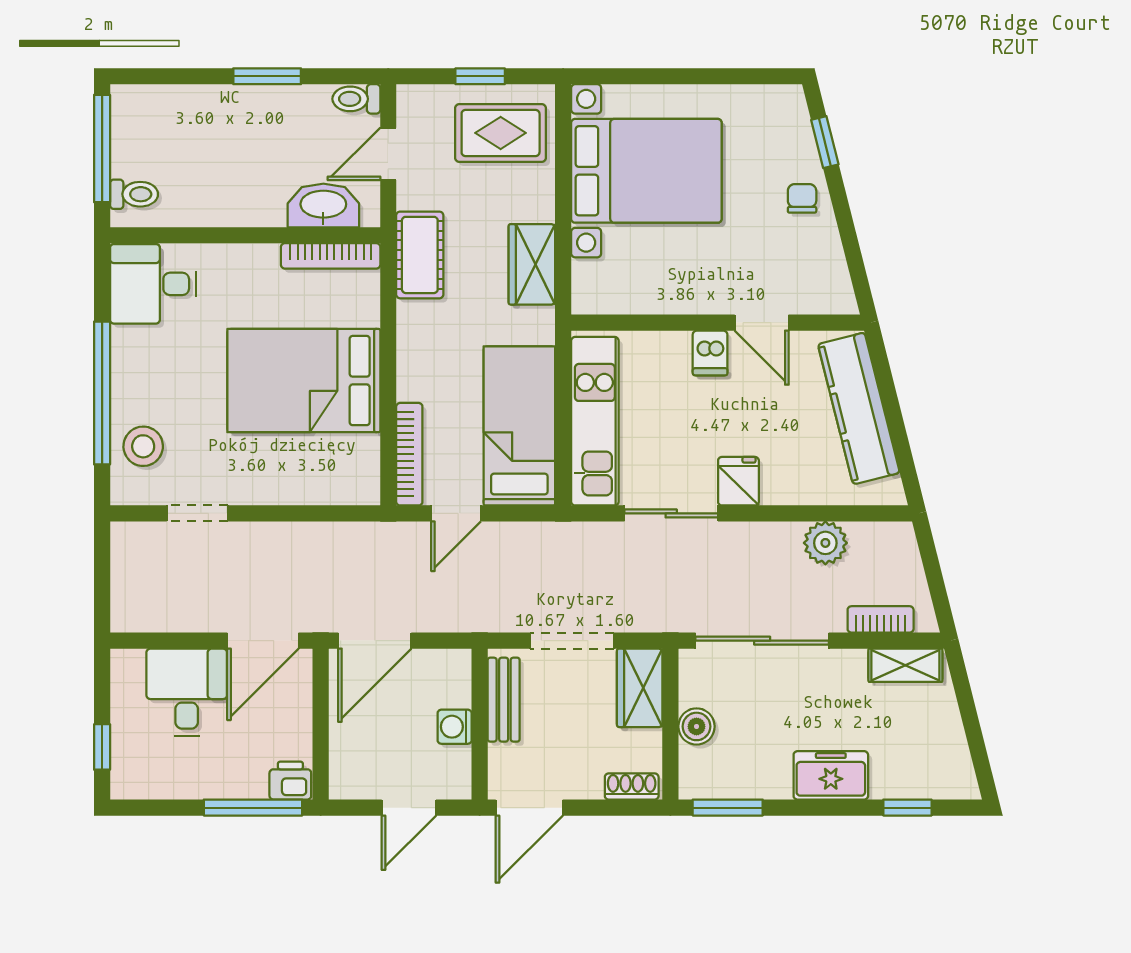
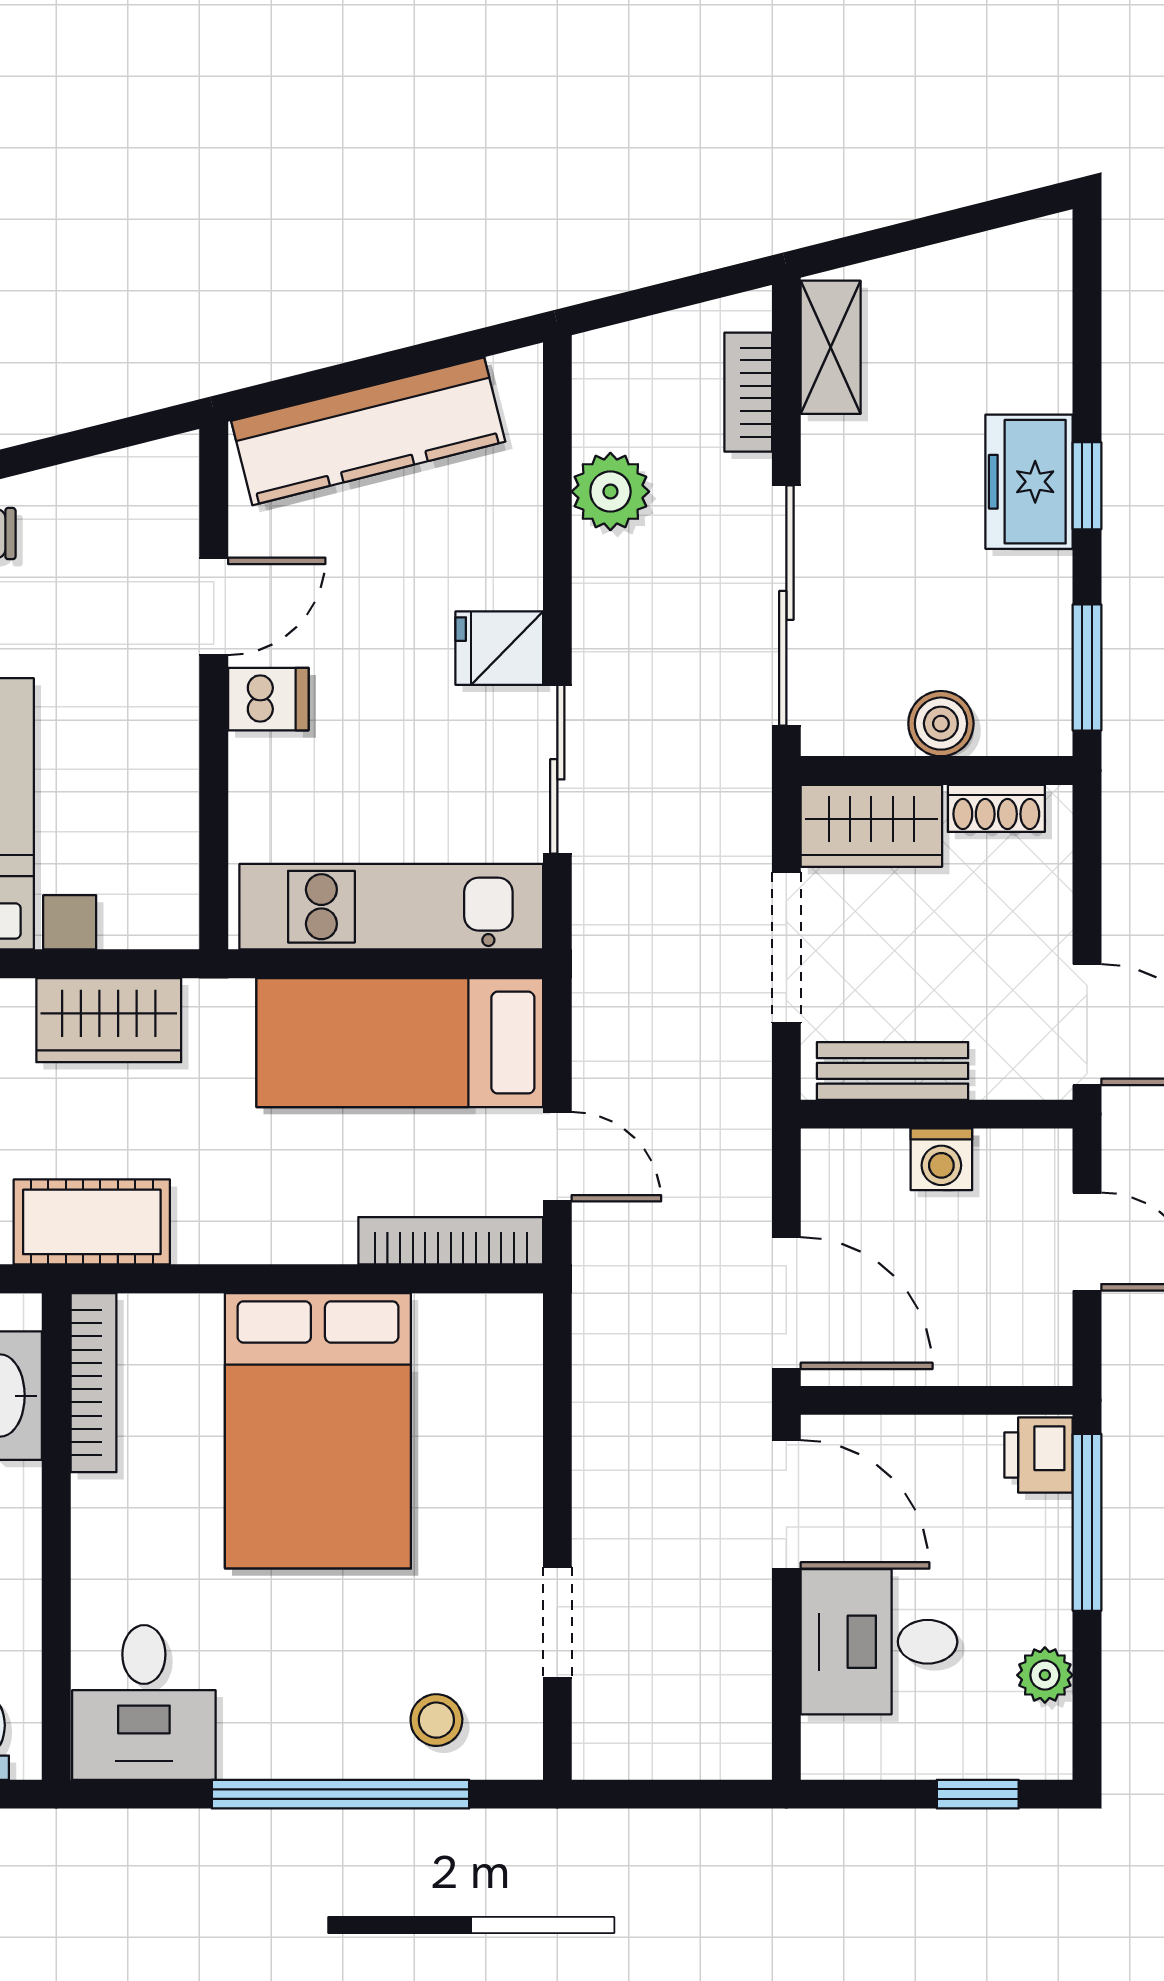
stool: (143, 446) -> (436, 1720), width x0.73, depth x0.73
plant: (168, 784) -> (1045, 1675), added
shoe rack: (632, 787) -> (996, 808), moved, turned -90
window: (907, 808) -> (1087, 486), moved

